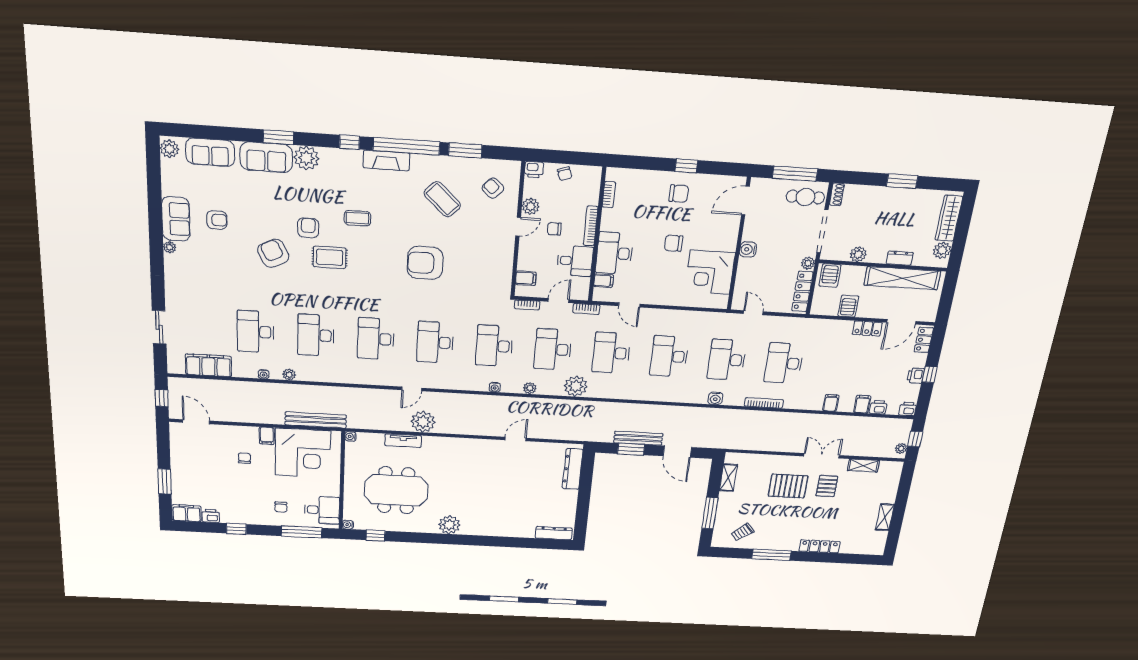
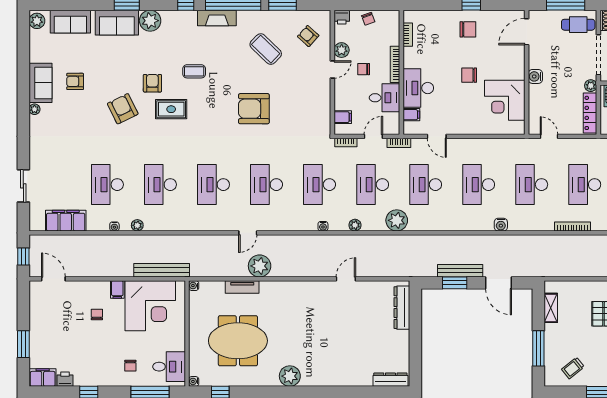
armchair: (217, 220) -> (75, 81), turned 180
water cooler: (715, 398) -> (501, 225), moved

